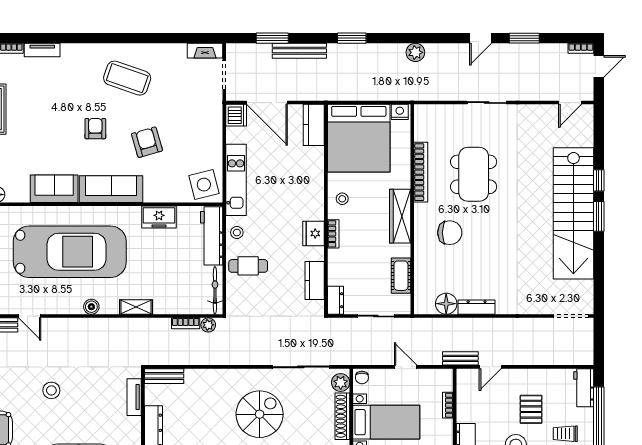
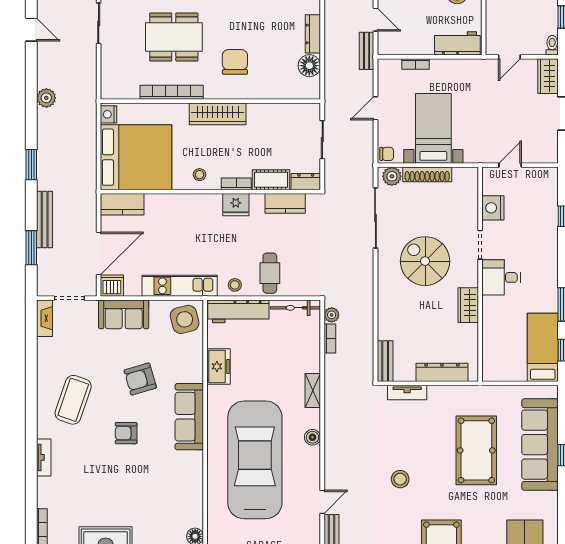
tv unit: (42, 50) -> (44, 457), moved
sofa: (54, 189) -> (124, 314), moved, turned -90
cot: (401, 276) -> (271, 180), moved

